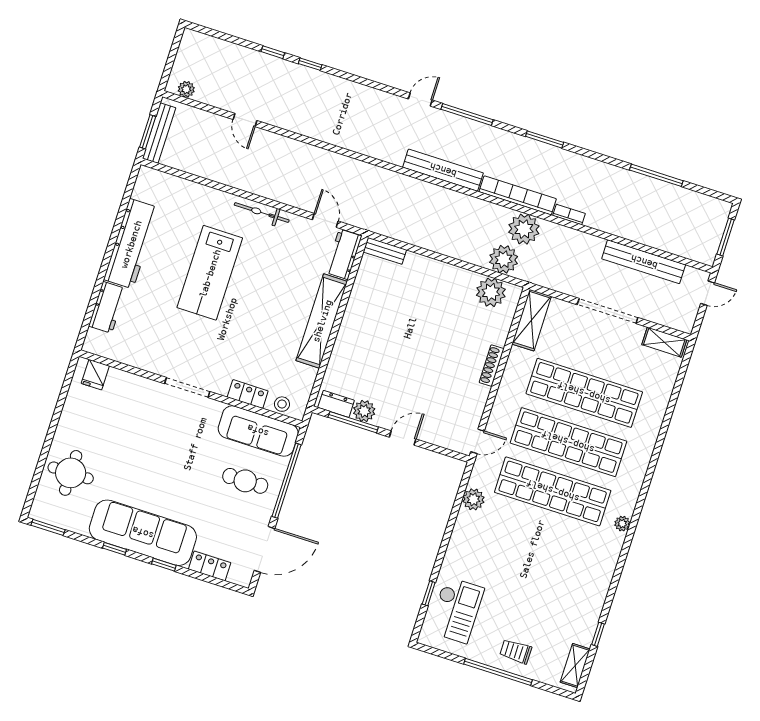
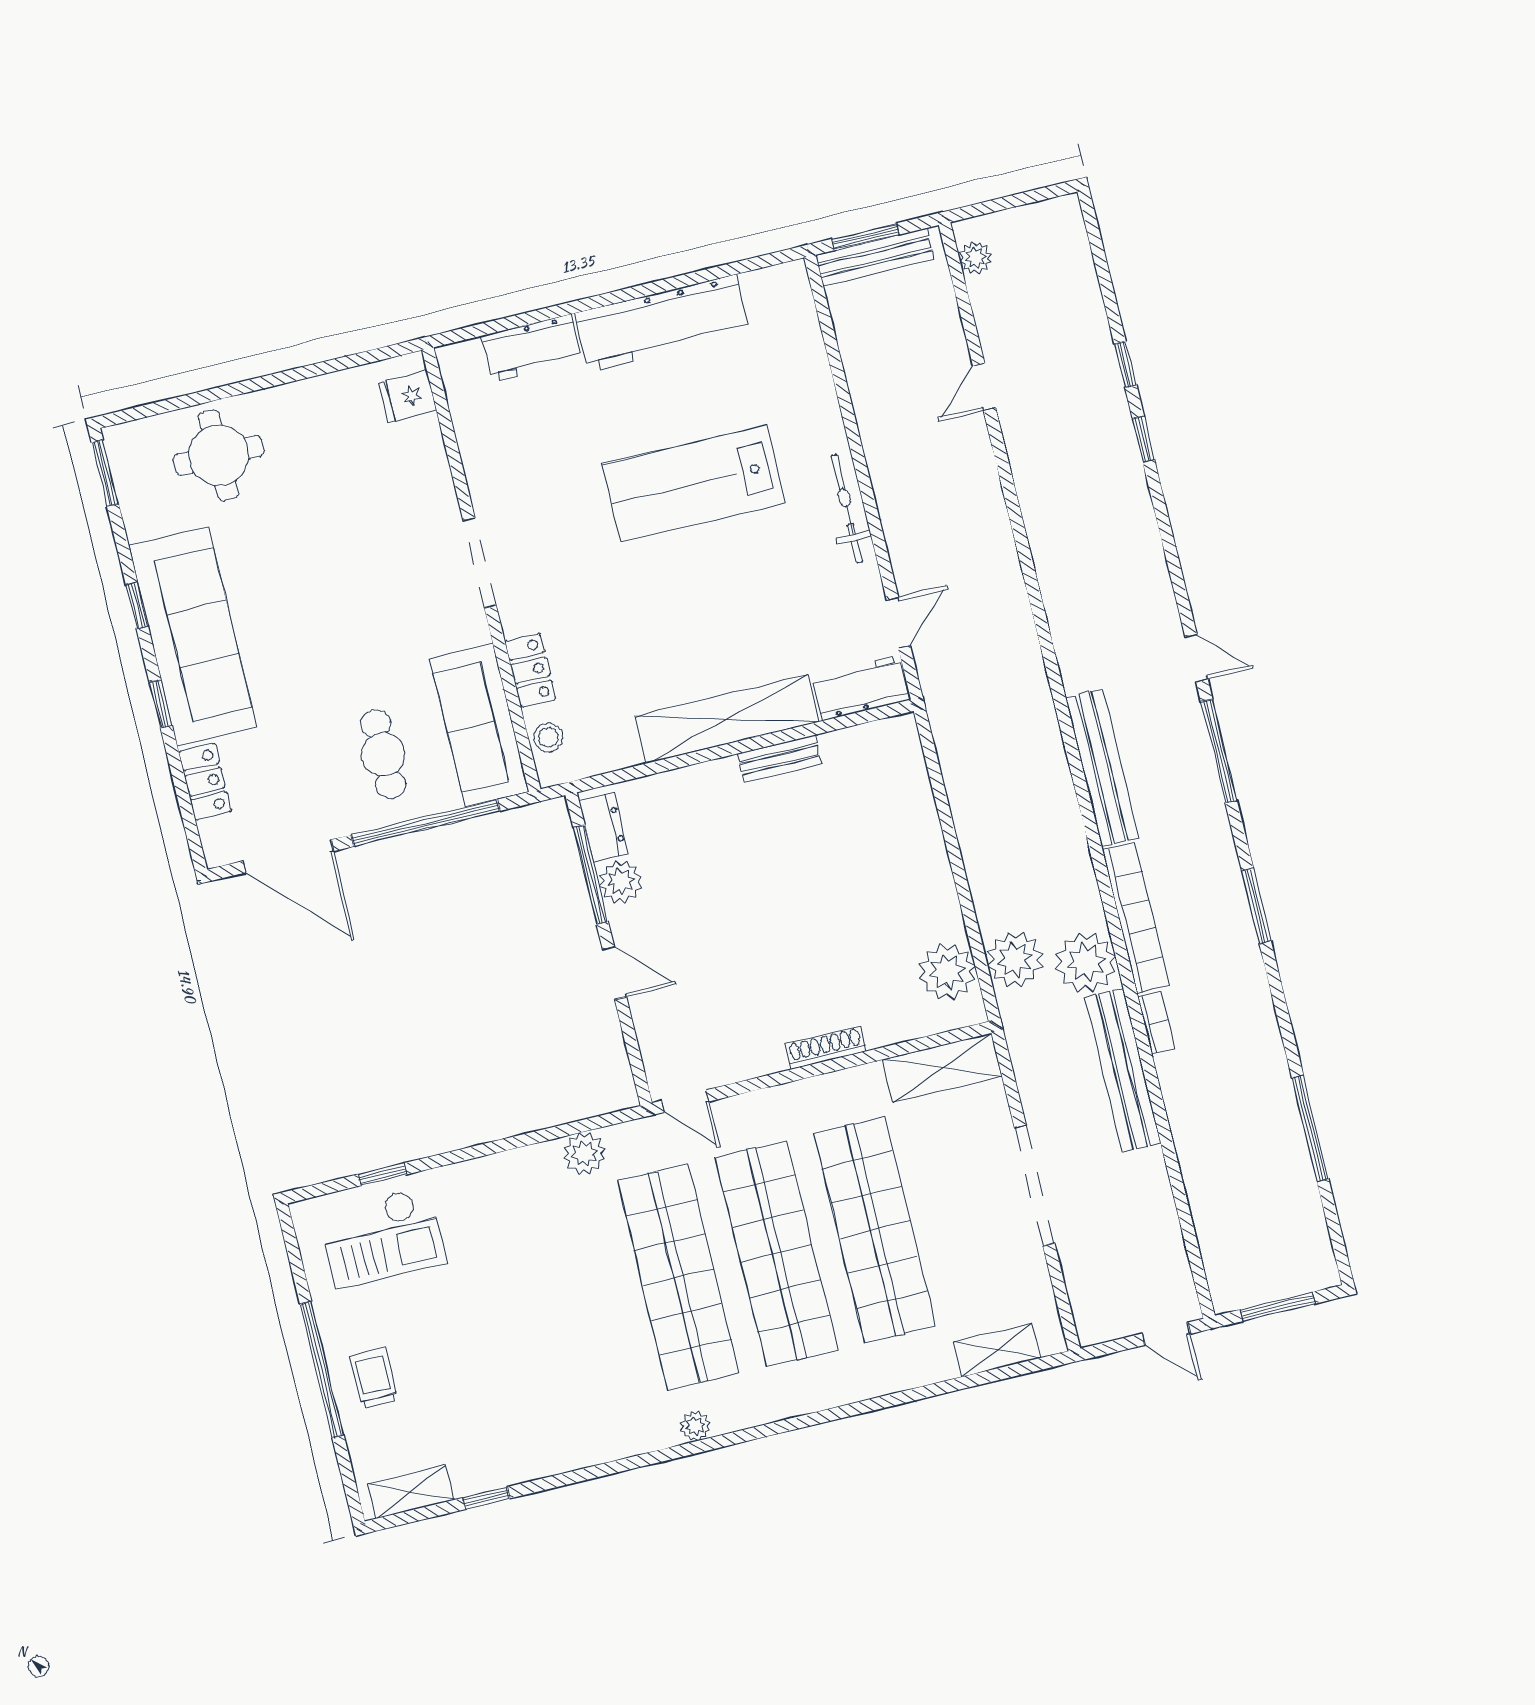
bench: (385, 251) -> (780, 759), moved, turned 90
bench: (644, 262) -> (1123, 1070), moved
shelving: (664, 342) -> (997, 1350), moved, turned 90

